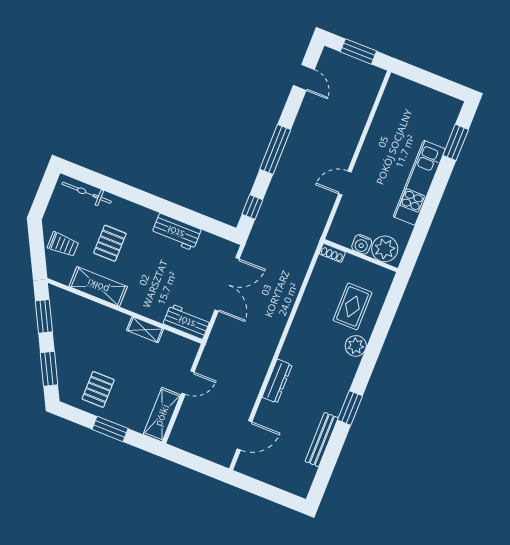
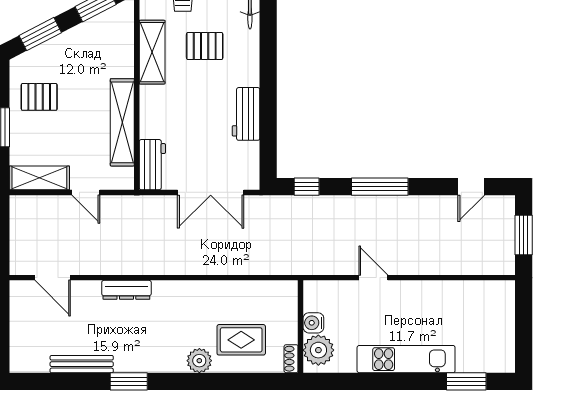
shoe rack: (332, 253) -> (291, 359), moved
shelving: (145, 330) -> (122, 122), width x2.20, depth x1.33

